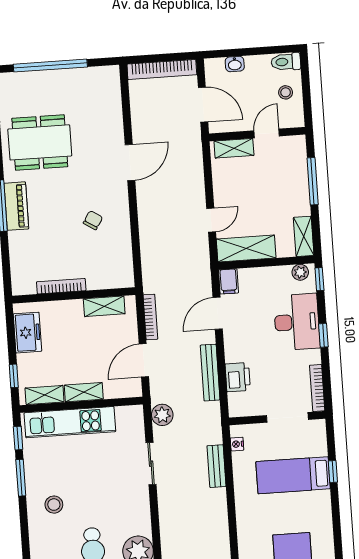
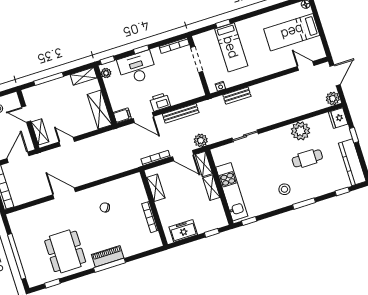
door: (211, 220) -> (67, 142), moved
printer: (238, 377) -> (160, 102), moved
shelving: (45, 395) -> (204, 164), moved
plant: (162, 415) -> (201, 140), moved
window: (21, 478) -> (304, 204), moved

